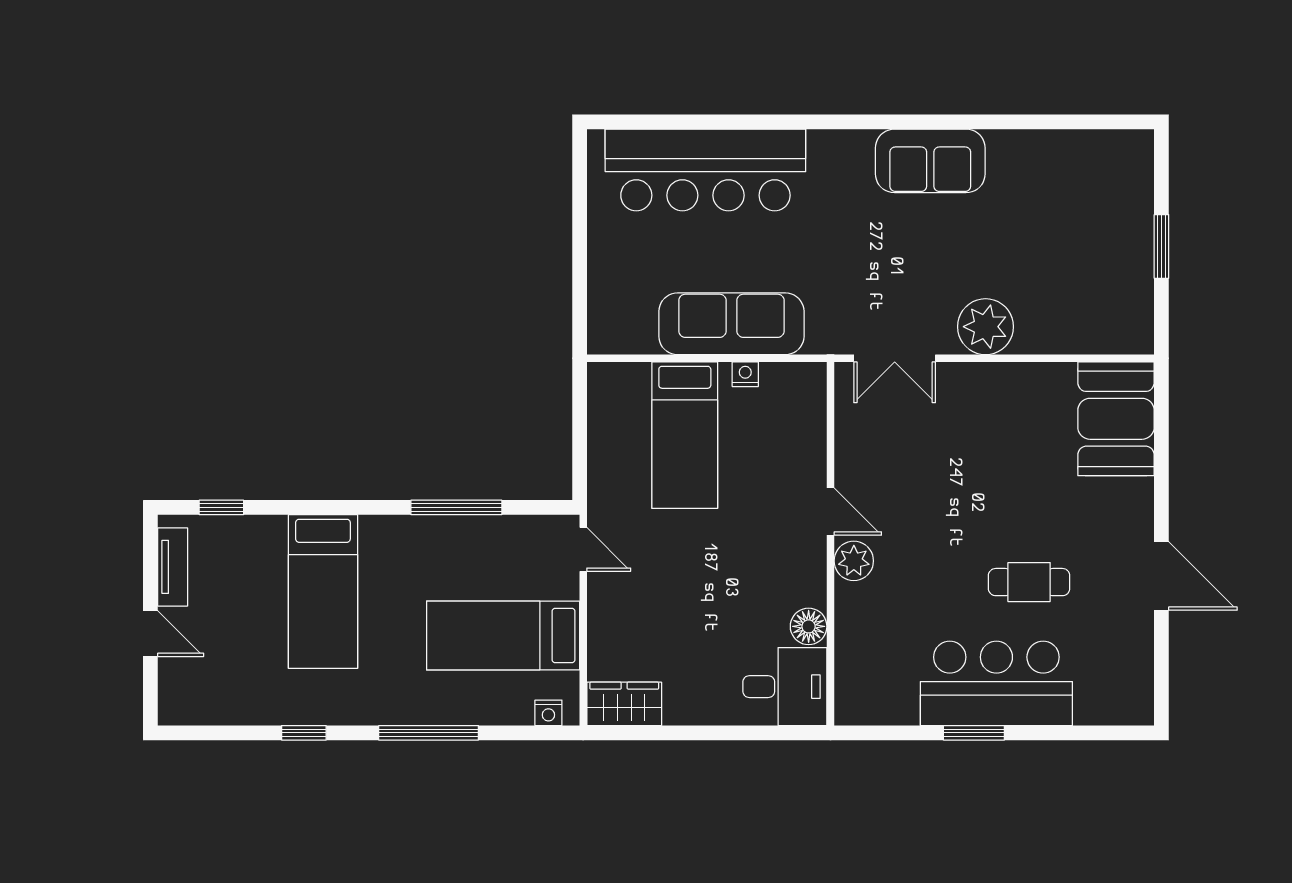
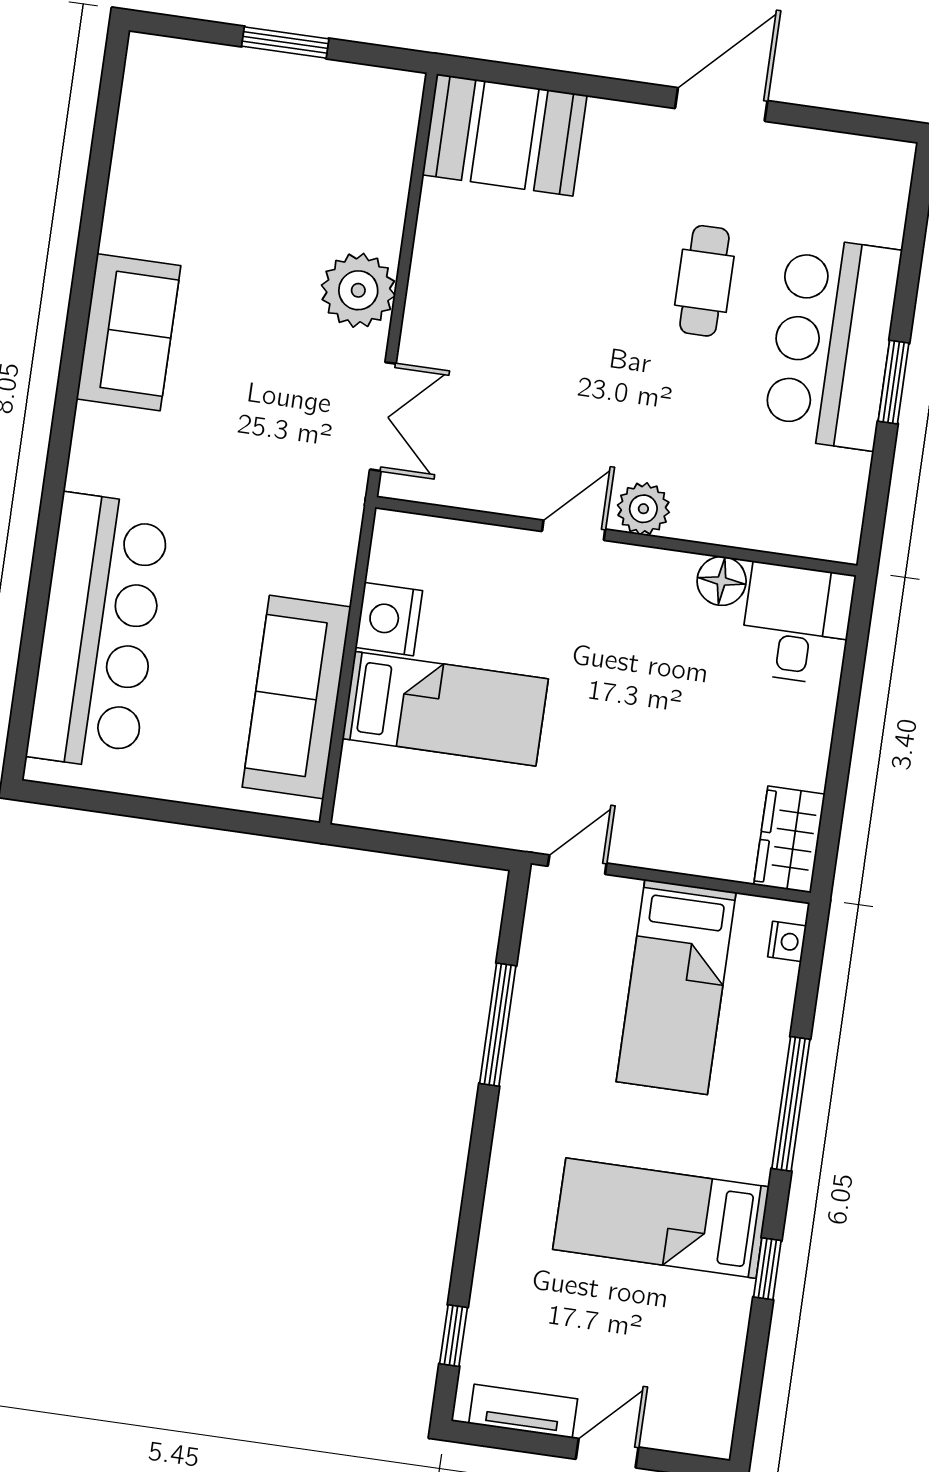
sofa: (731, 324) -> (297, 697), moved
nightstand: (745, 374) -> (389, 619), width x1.89, depth x1.79
bed: (323, 592) -> (661, 1218), moved, turned 180

